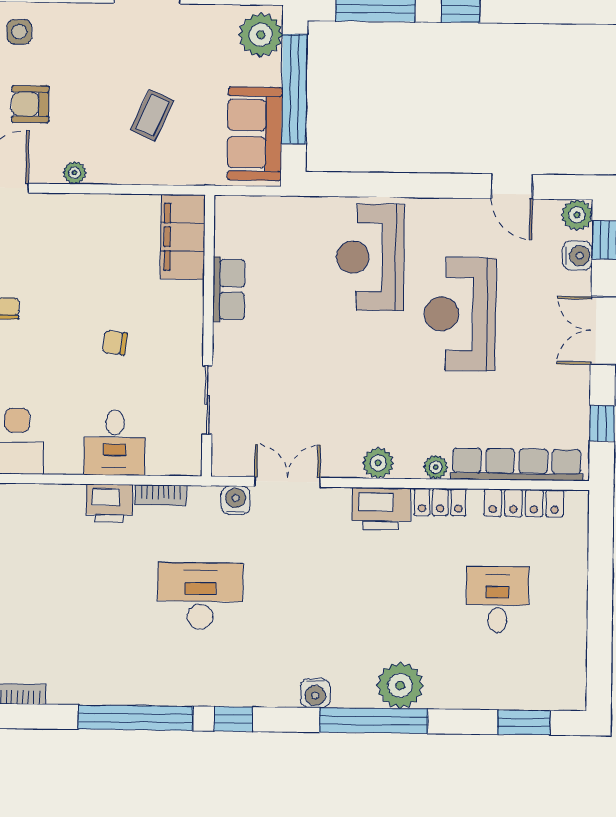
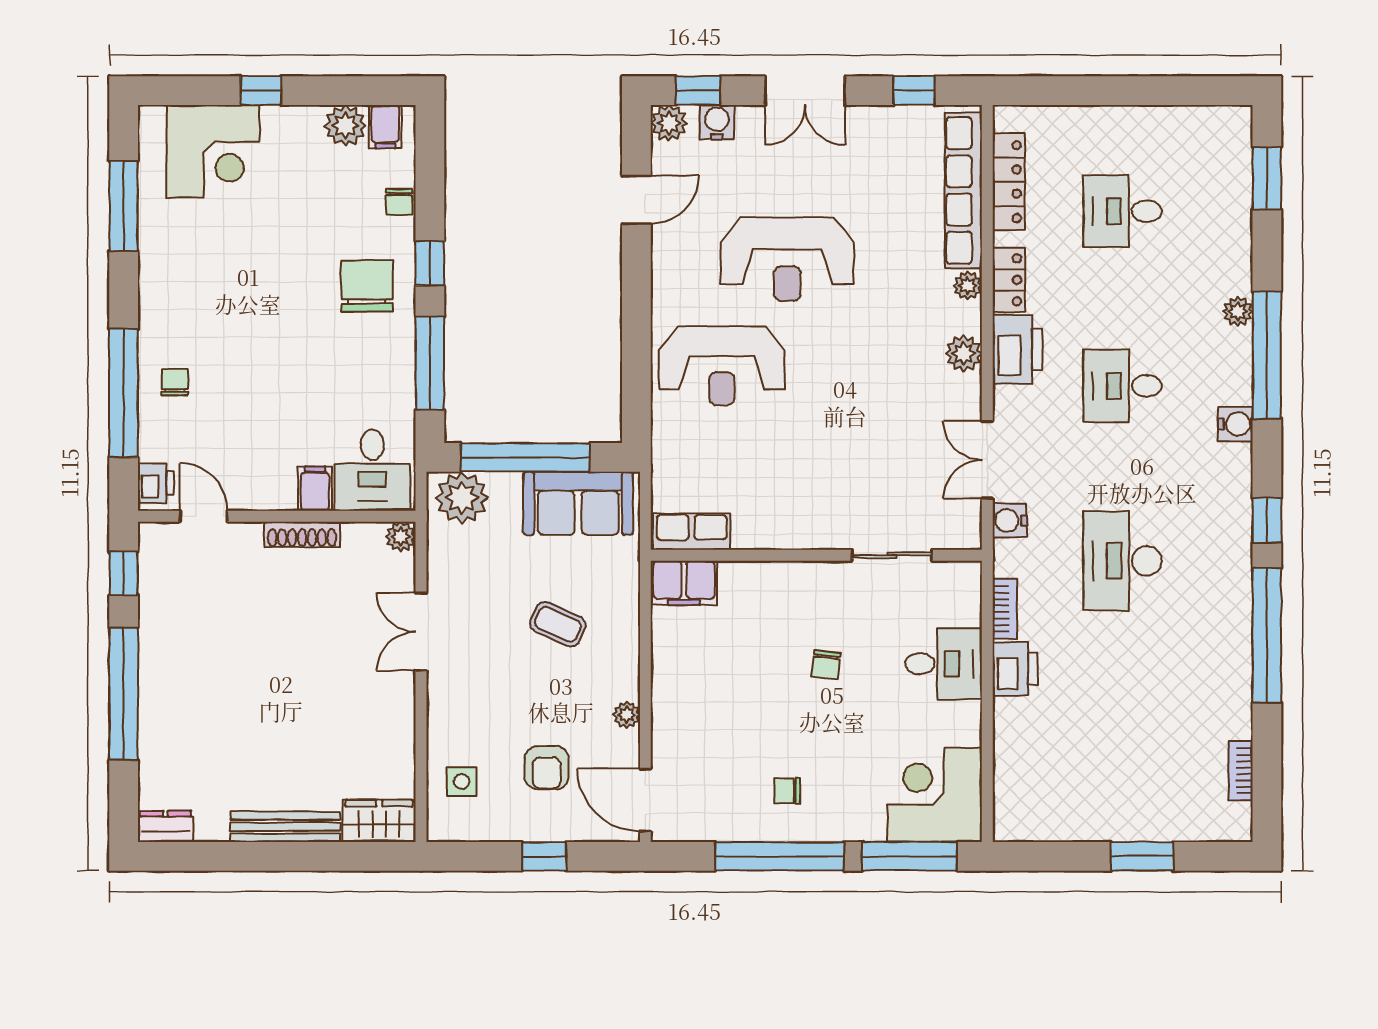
filing cabinet: (183, 237) -> (684, 583), width x0.67, depth x0.86
row of seats: (229, 289) -> (692, 532), moved
desk: (349, 598) -> (1123, 386), added
plant: (400, 685) -> (1238, 311), width x0.53, depth x0.53

